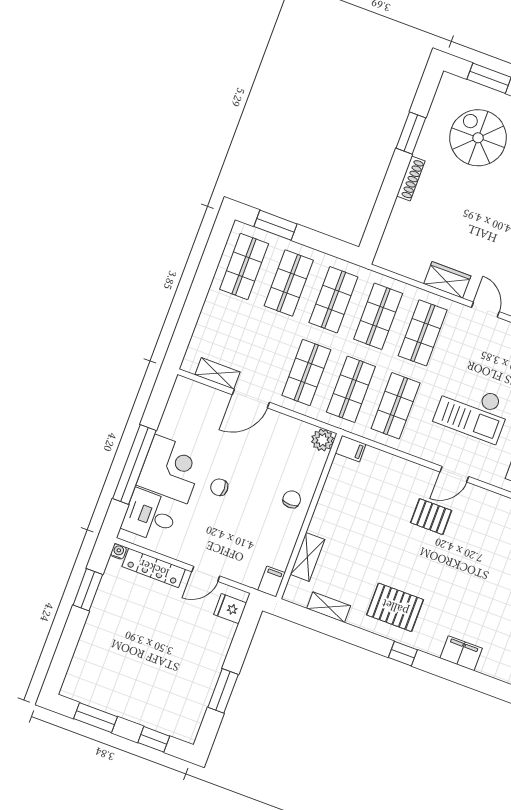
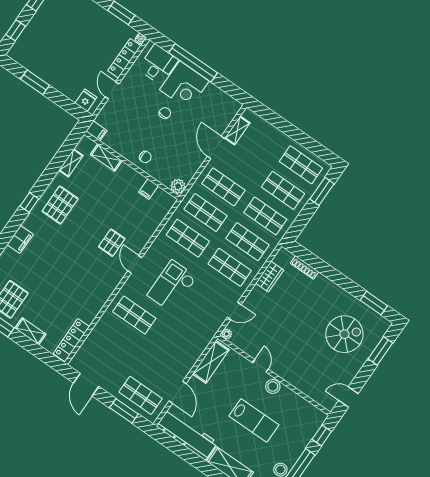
window: (411, 133) -> (374, 303), moved
shoe rack: (411, 178) -> (305, 268), moved
wardrobe: (447, 280) -> (270, 277), moved
filing cabinet: (351, 449) -> (148, 189), moved

